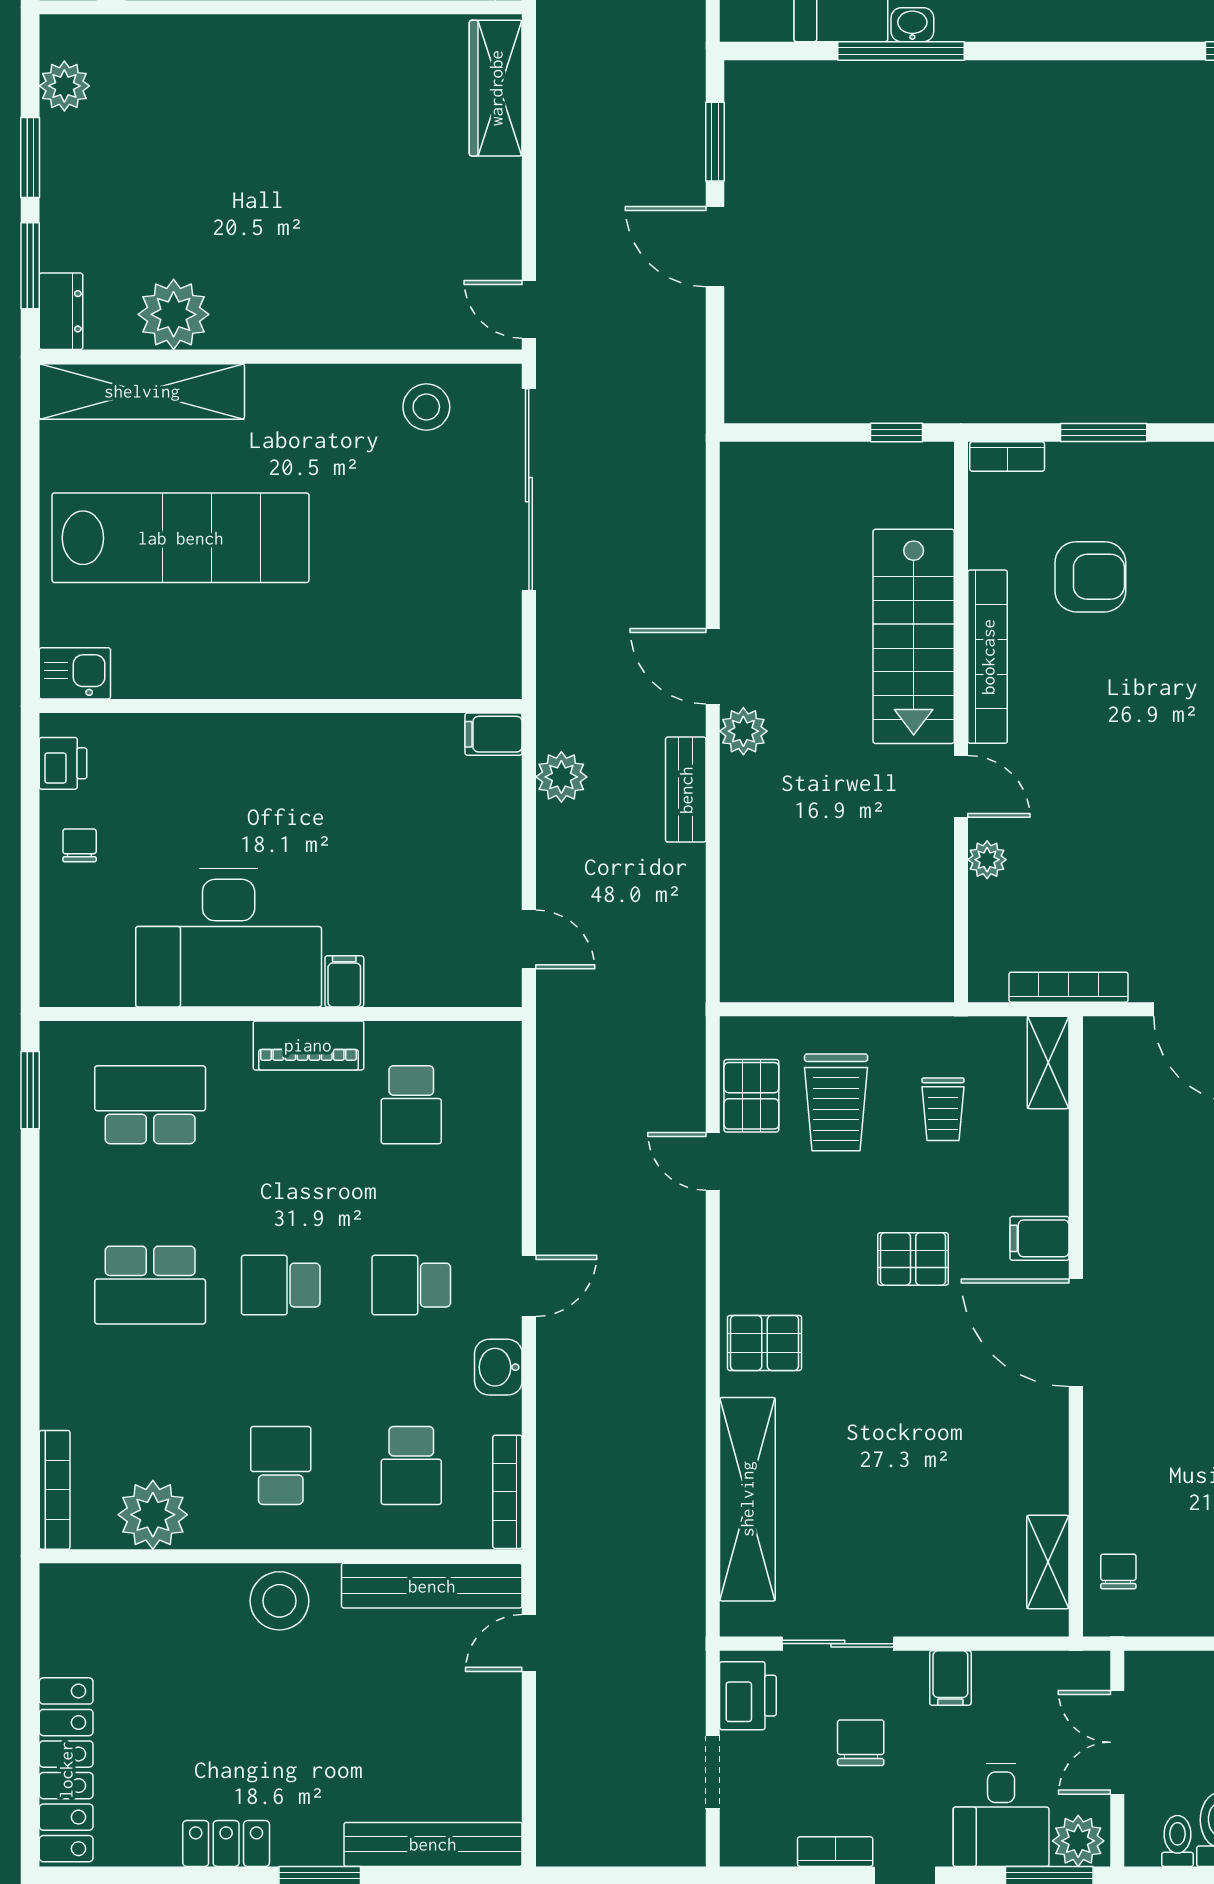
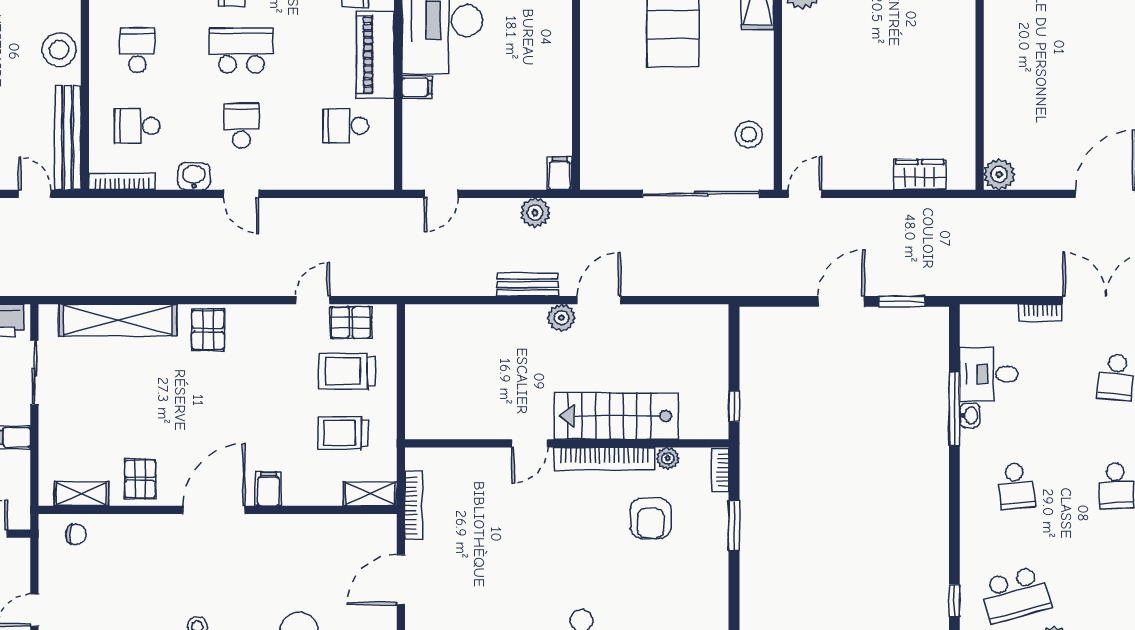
wardrobe: (496, 88) -> (920, 175), width x0.67
plant: (987, 860) -> (668, 458), moved
piano: (308, 1045) -> (375, 55), width x1.37, depth x1.33
trolley: (943, 1109) -> (343, 433), width x1.36, depth x1.39
pallet: (913, 1259) -> (140, 479), moved
school desk: (281, 1285) -> (241, 50), width x1.85
school desk: (281, 1465) -> (137, 50), turned -90

